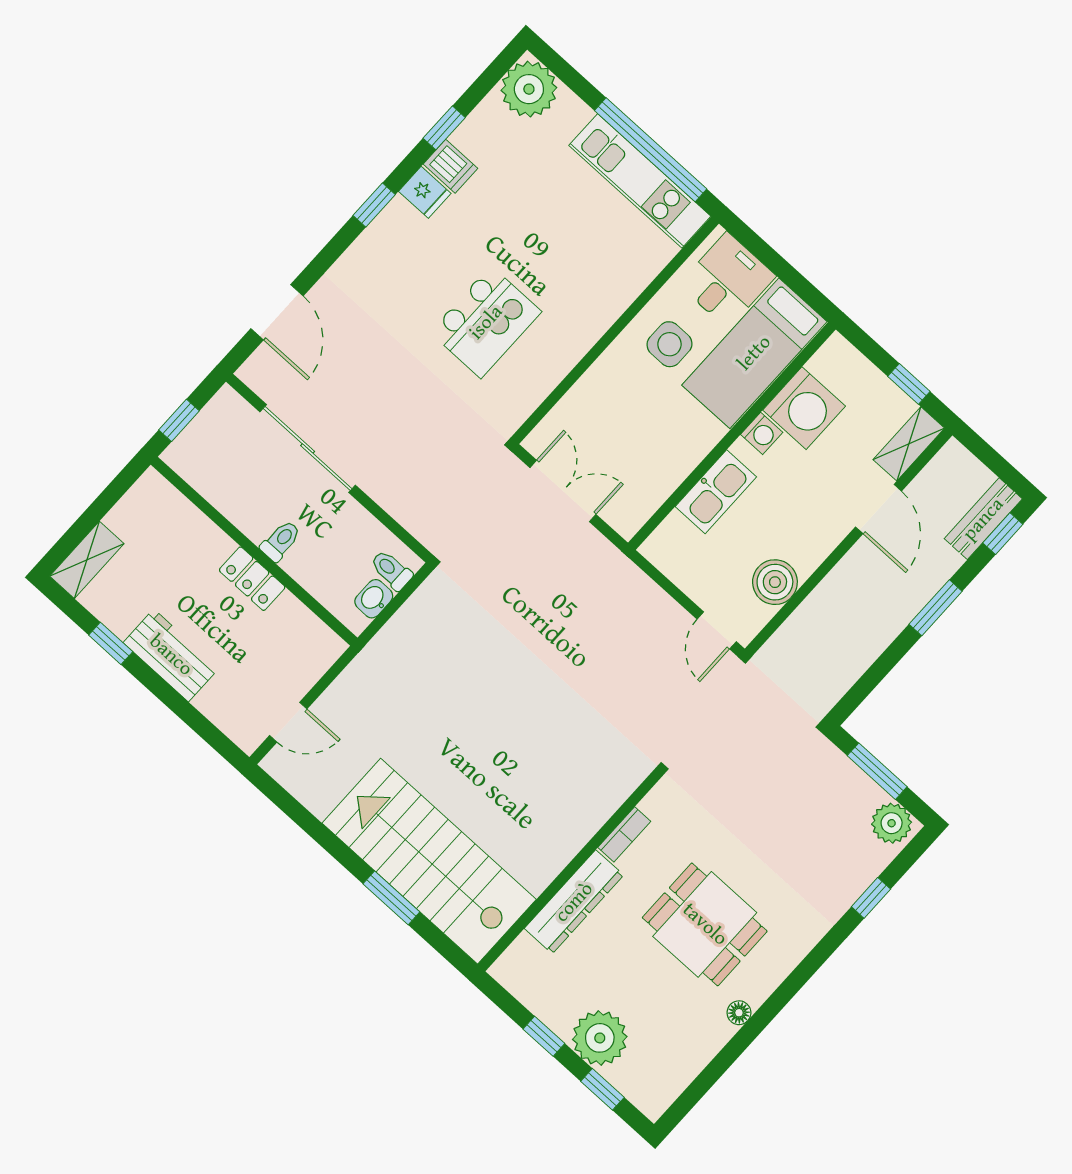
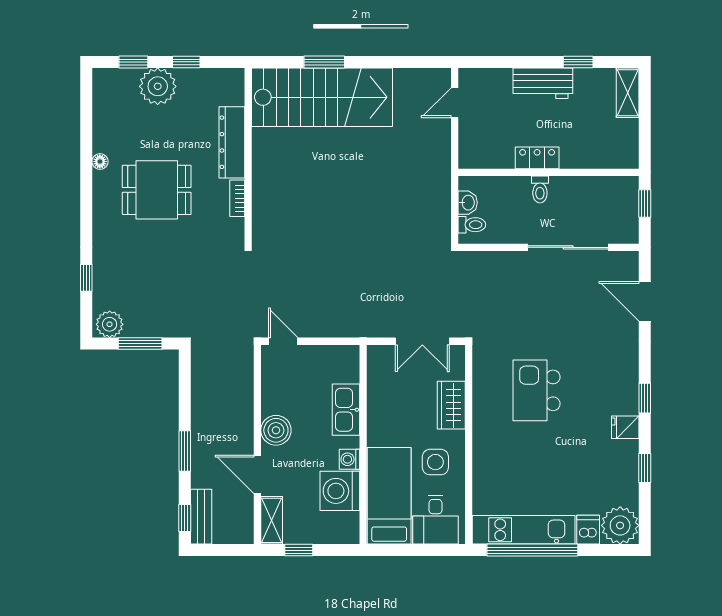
dishwasher: (450, 166) -> (588, 530), moved, turned 90
wardrobe: (595, 391) -> (451, 405), added
boiler: (775, 582) -> (276, 430), moved

